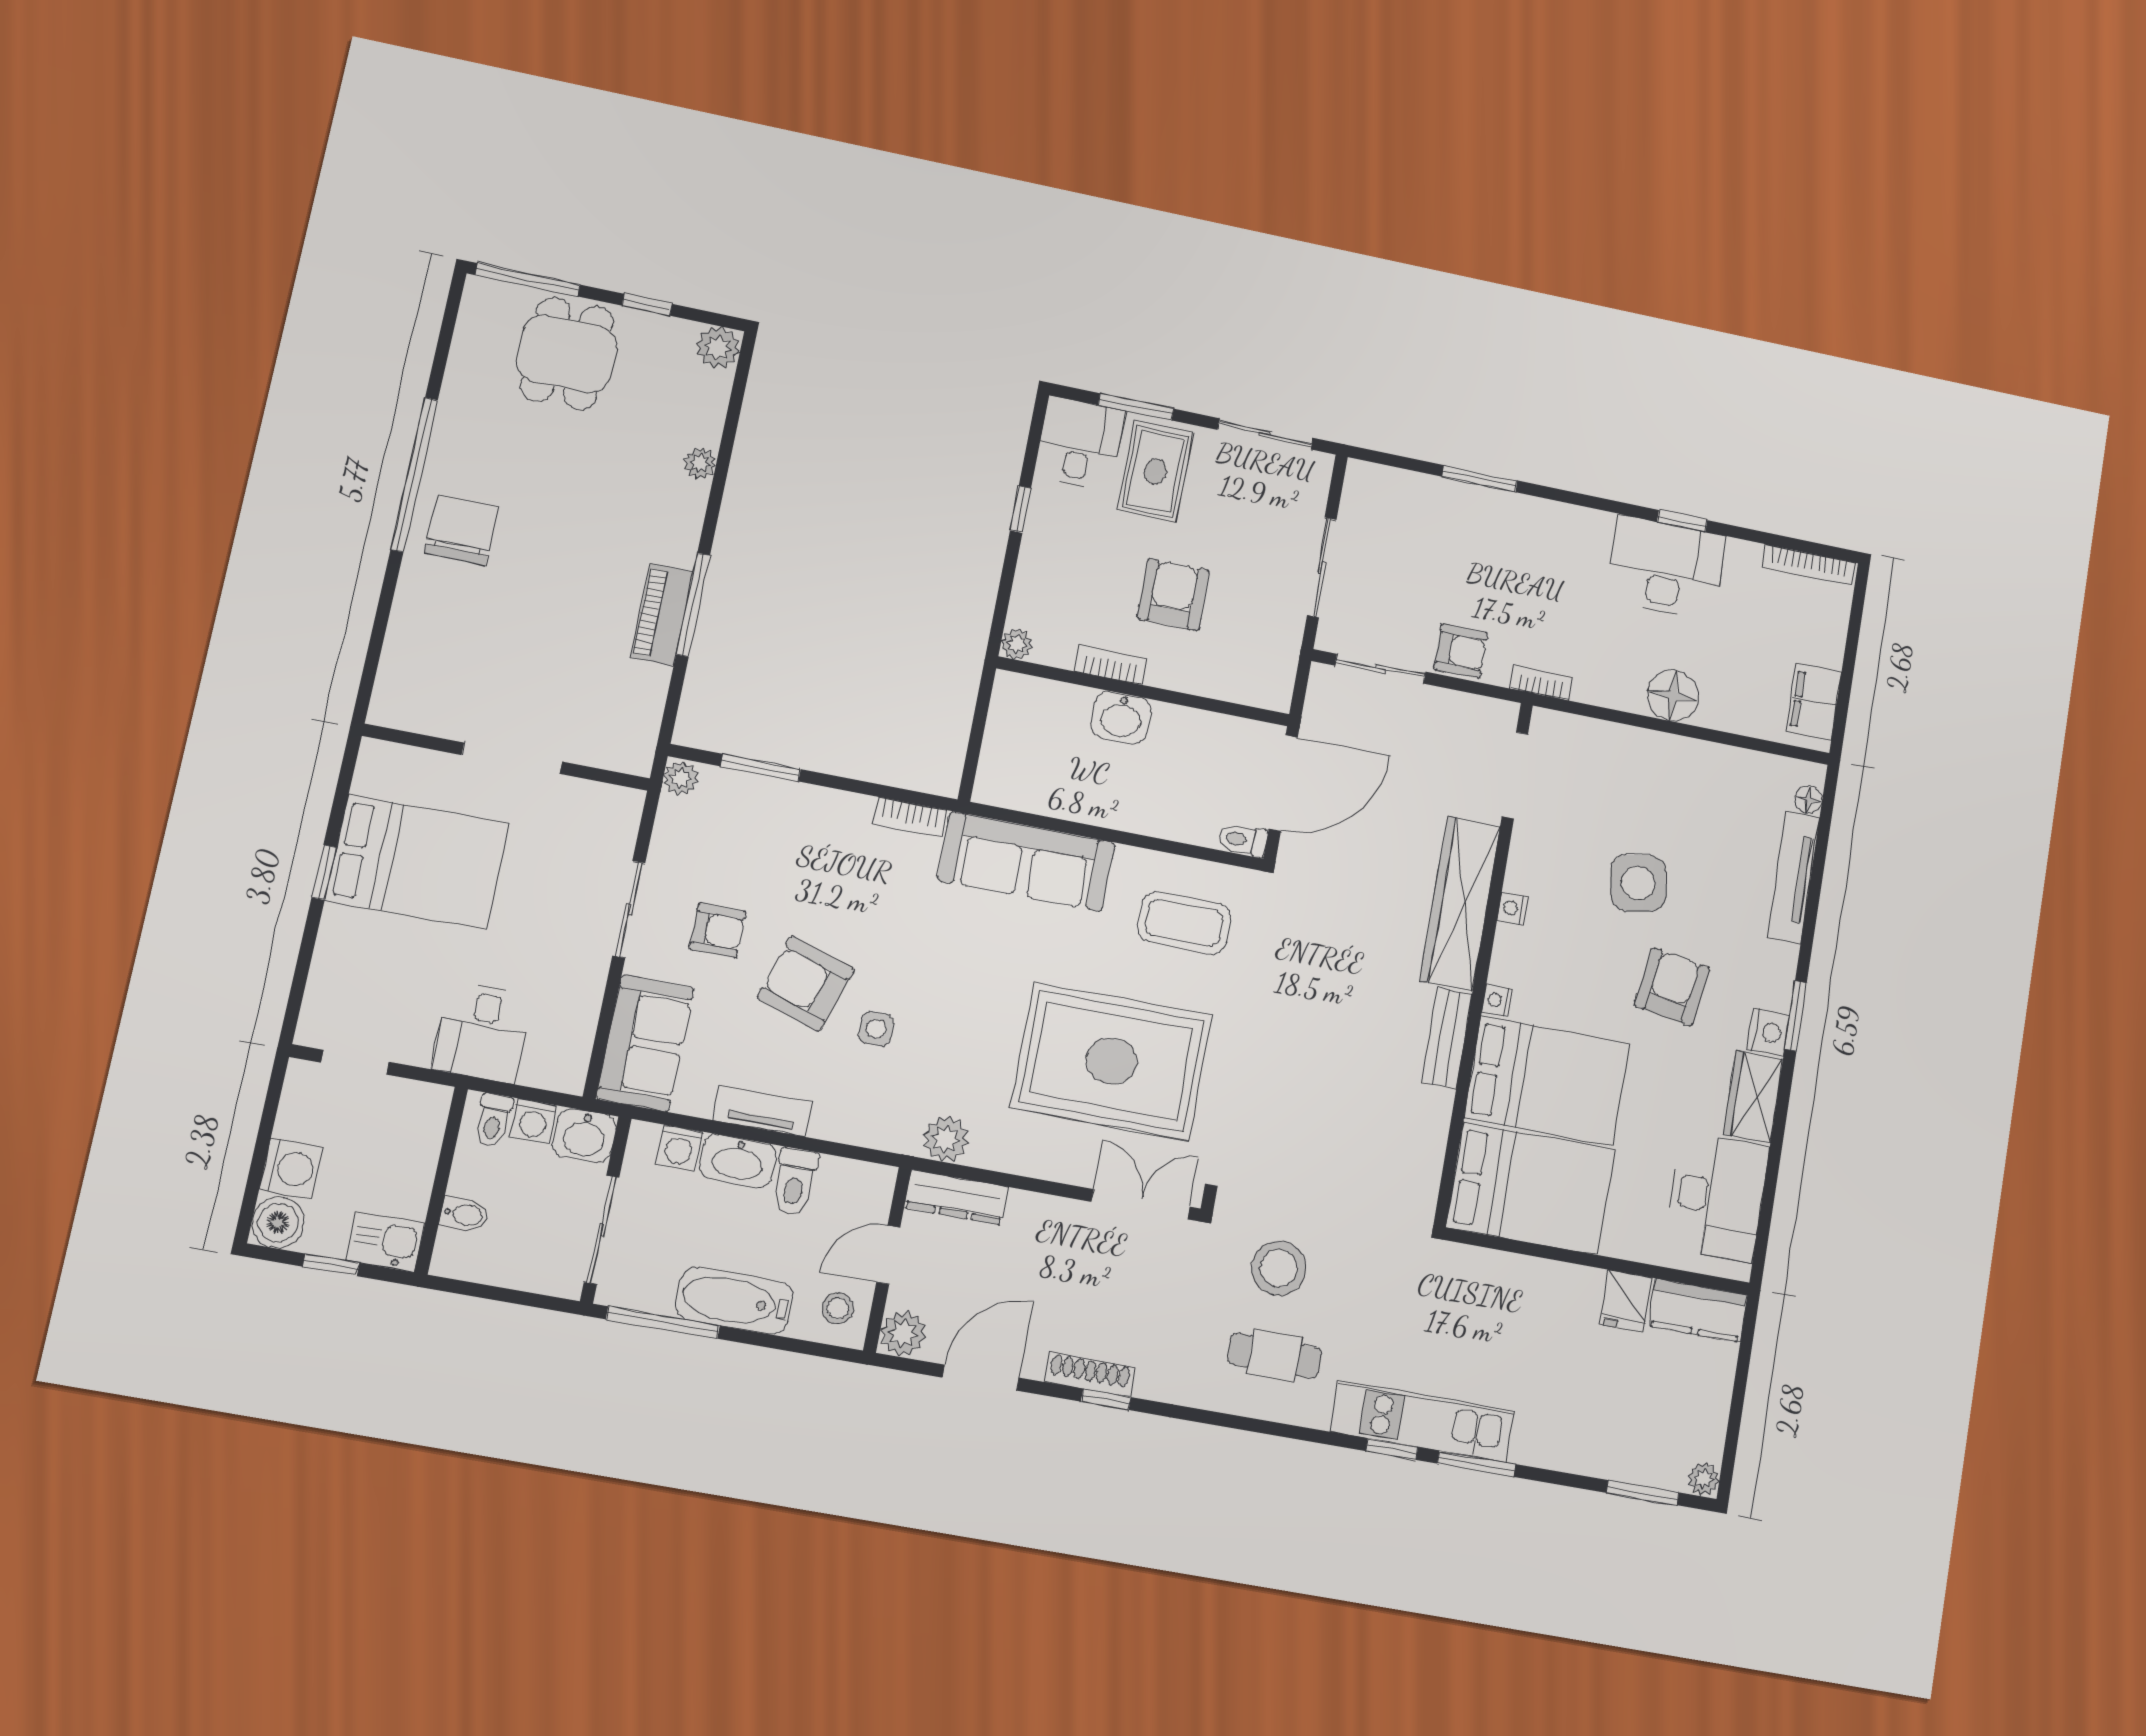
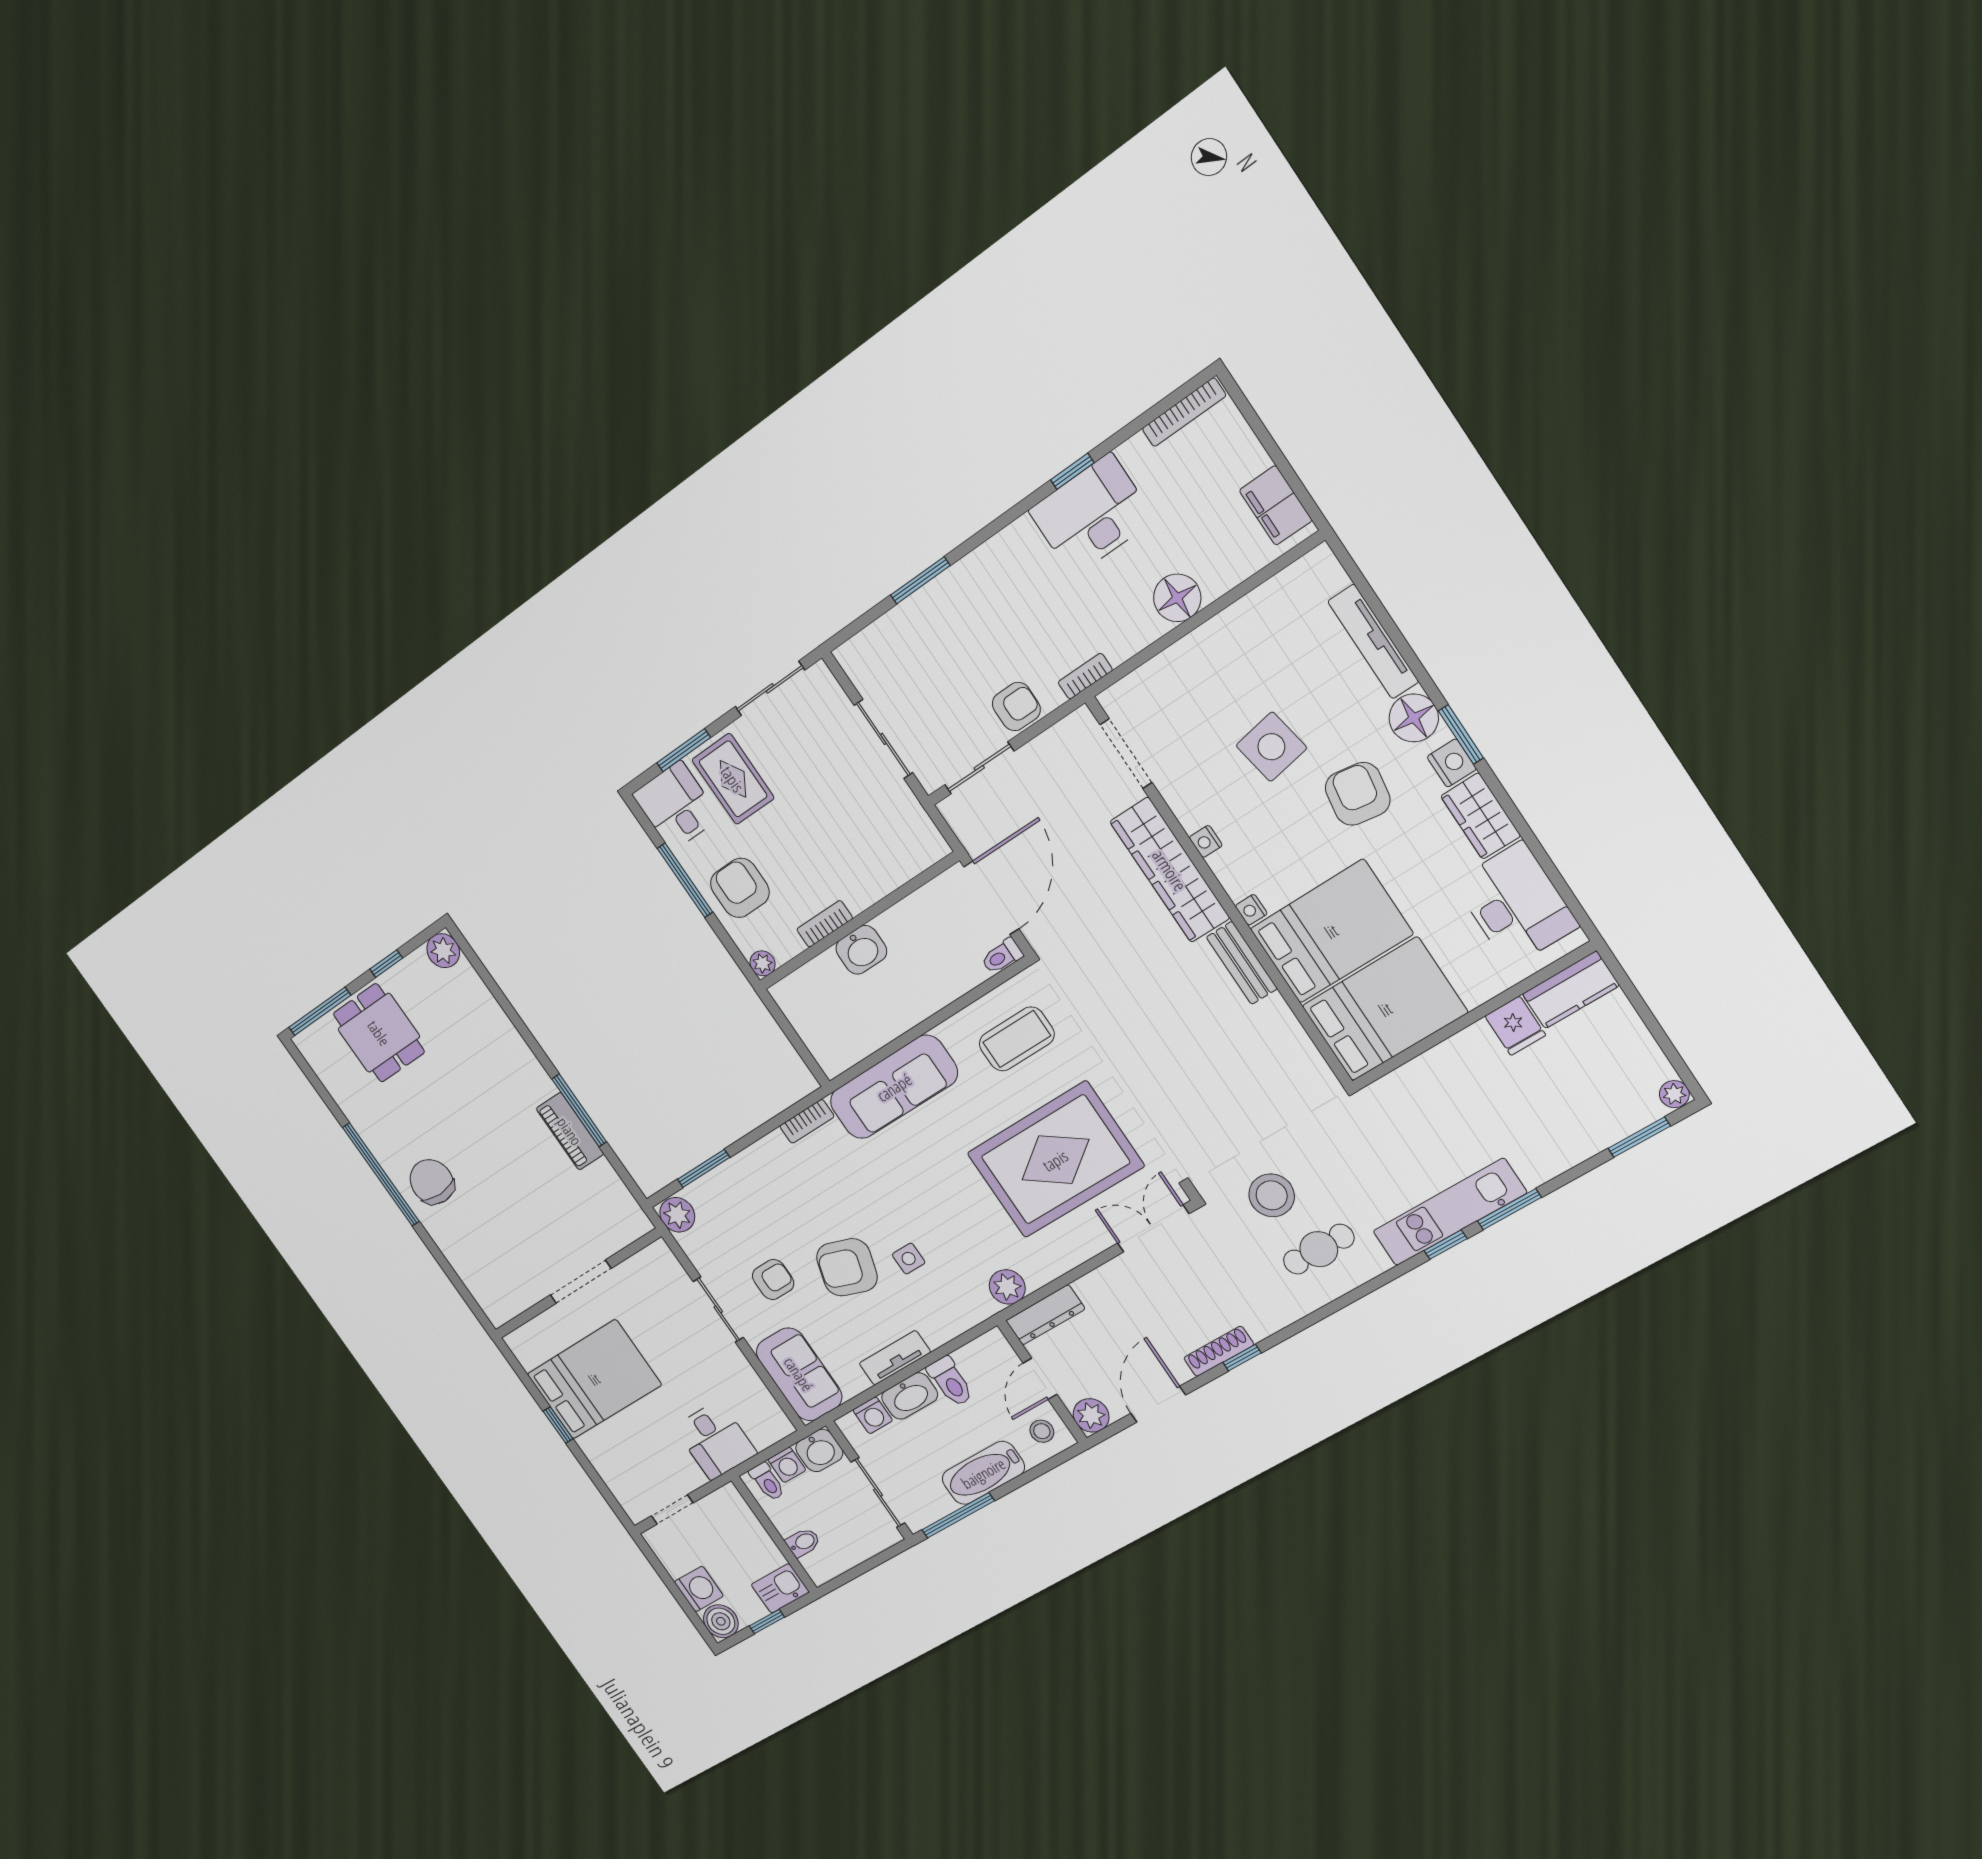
plant: (700, 463) -> (502, 1027), removed
window: (1021, 509) -> (685, 880), width x2.17
armchair: (1173, 595) -> (740, 888), moved
plant: (681, 778) -> (677, 1215), width x1.38, depth x1.38
floor lamp: (1809, 800) -> (1414, 718), moved, width x1.89, depth x1.89

